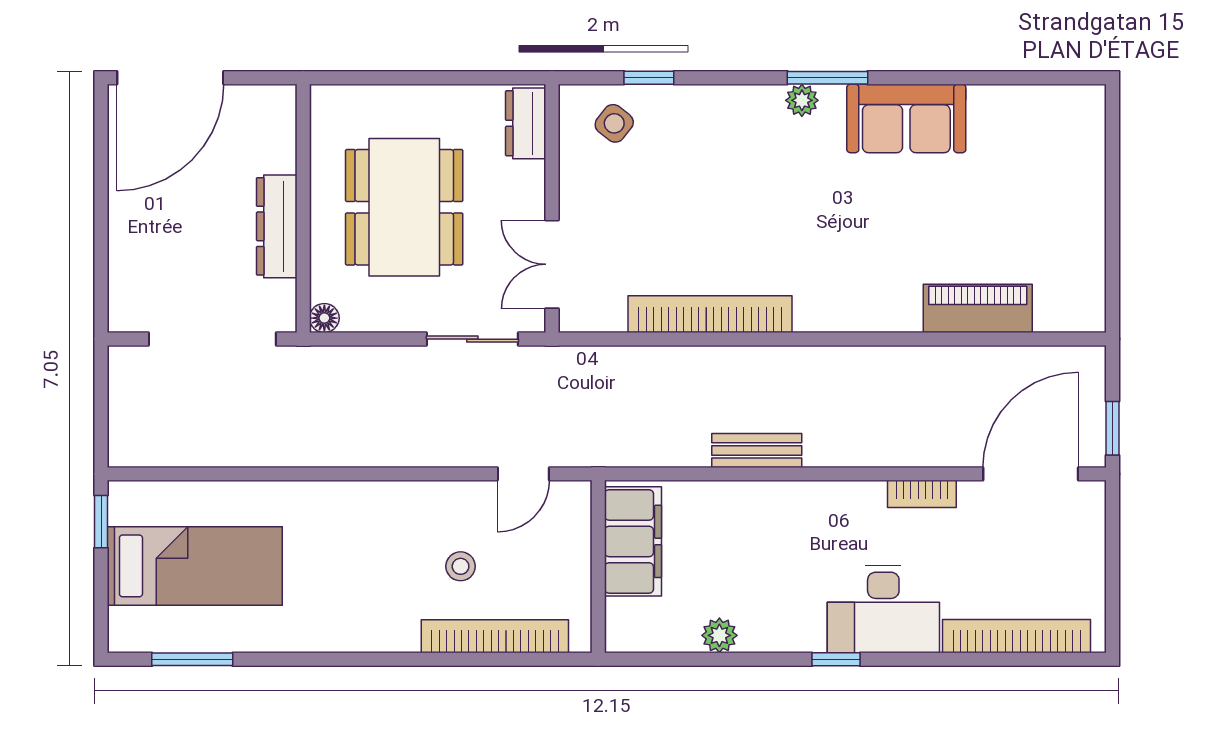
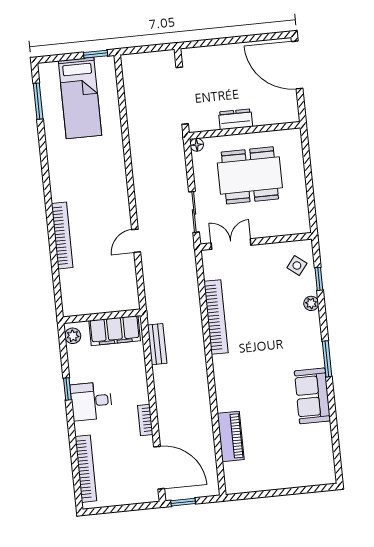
plant: (802, 100) -> (311, 303), moved
dresser: (526, 123) -> (293, 226), removed
dresser: (277, 226) -> (236, 119), width x0.70
door: (523, 474) -> (136, 241), hinge flipped
filing cabinet: (633, 541) -> (115, 331), moved
stool: (461, 566) -> (92, 217), removed
wall: (598, 567) -> (102, 316), moved
desk: (883, 609) -> (91, 401), width x0.73

